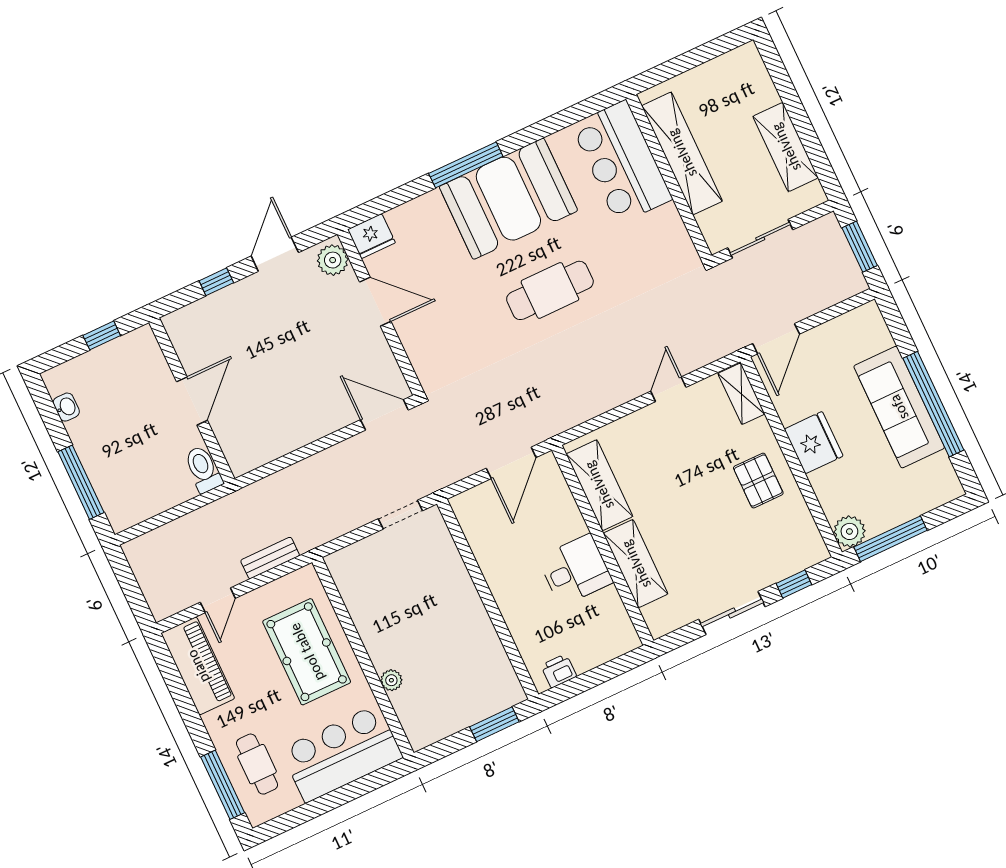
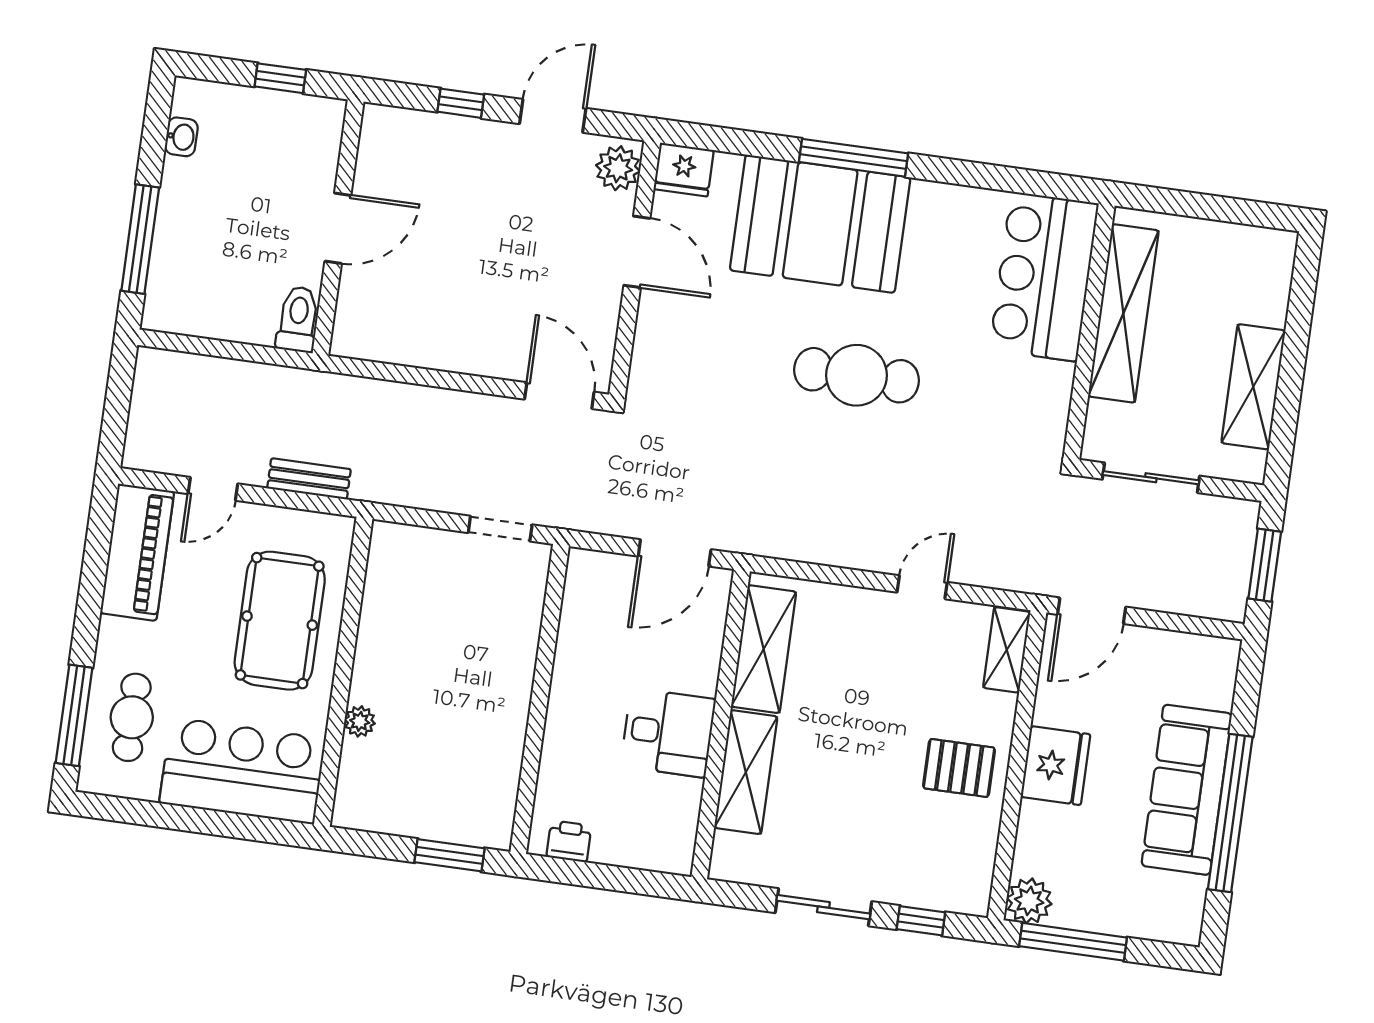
booth: (508, 199) -> (820, 224), moved
pallet: (758, 481) -> (959, 768), turned 90

